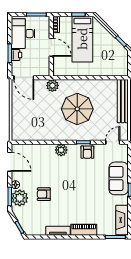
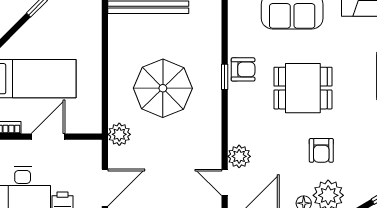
door: (113, 142) -> (225, 183), moved
plant: (61, 150) -> (239, 156), moved
dining table: (77, 184) -> (303, 88), added

